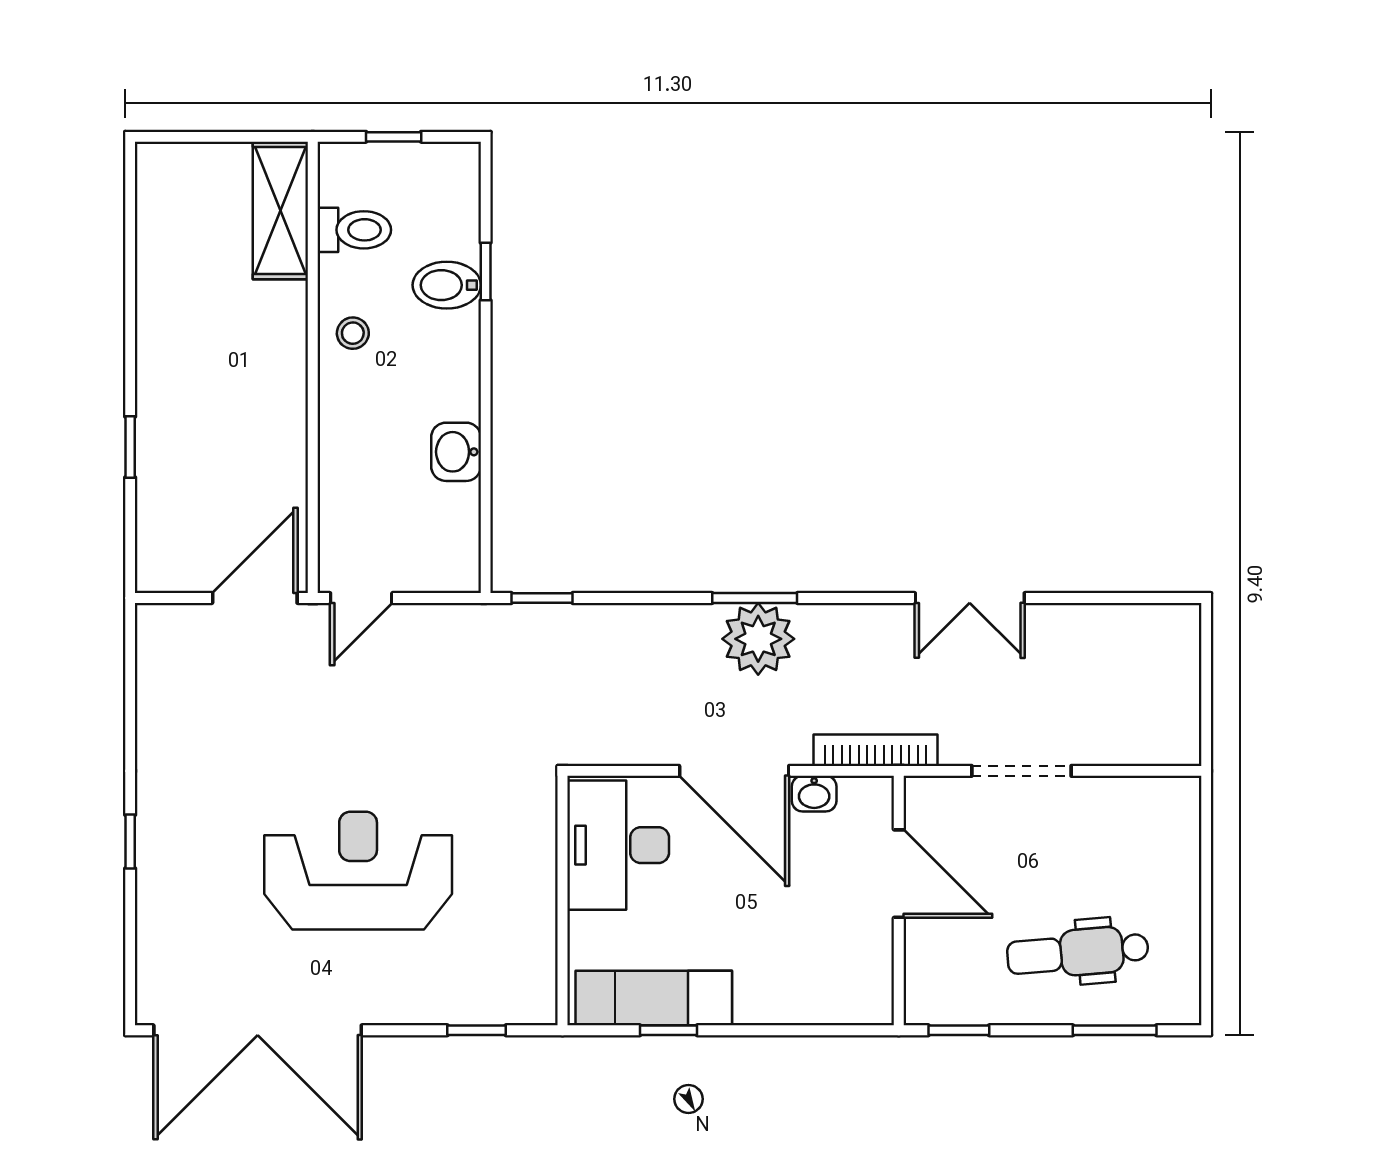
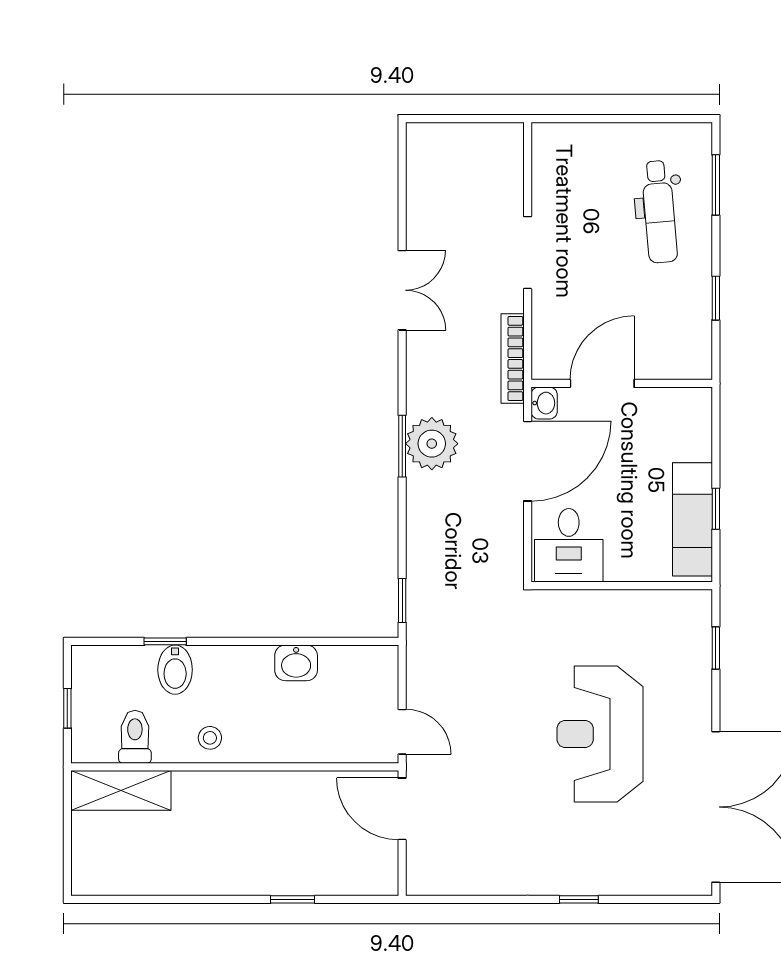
desk: (618, 845) -> (569, 545), width x0.73
door: (899, 874) -> (602, 383), moved
wall: (899, 901) -> (622, 383), moved

